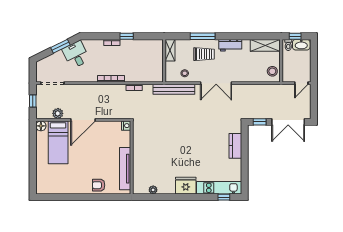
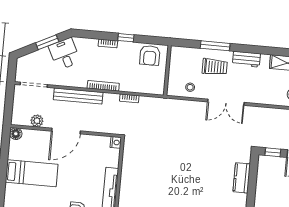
armchair: (148, 49) -> (150, 55), added
shelving: (170, 50) -> (175, 59), removed
bench: (174, 89) -> (78, 96), moved
window: (33, 101) -> (9, 104), removed
bed: (58, 142) -> (32, 173), moved, turned -90

